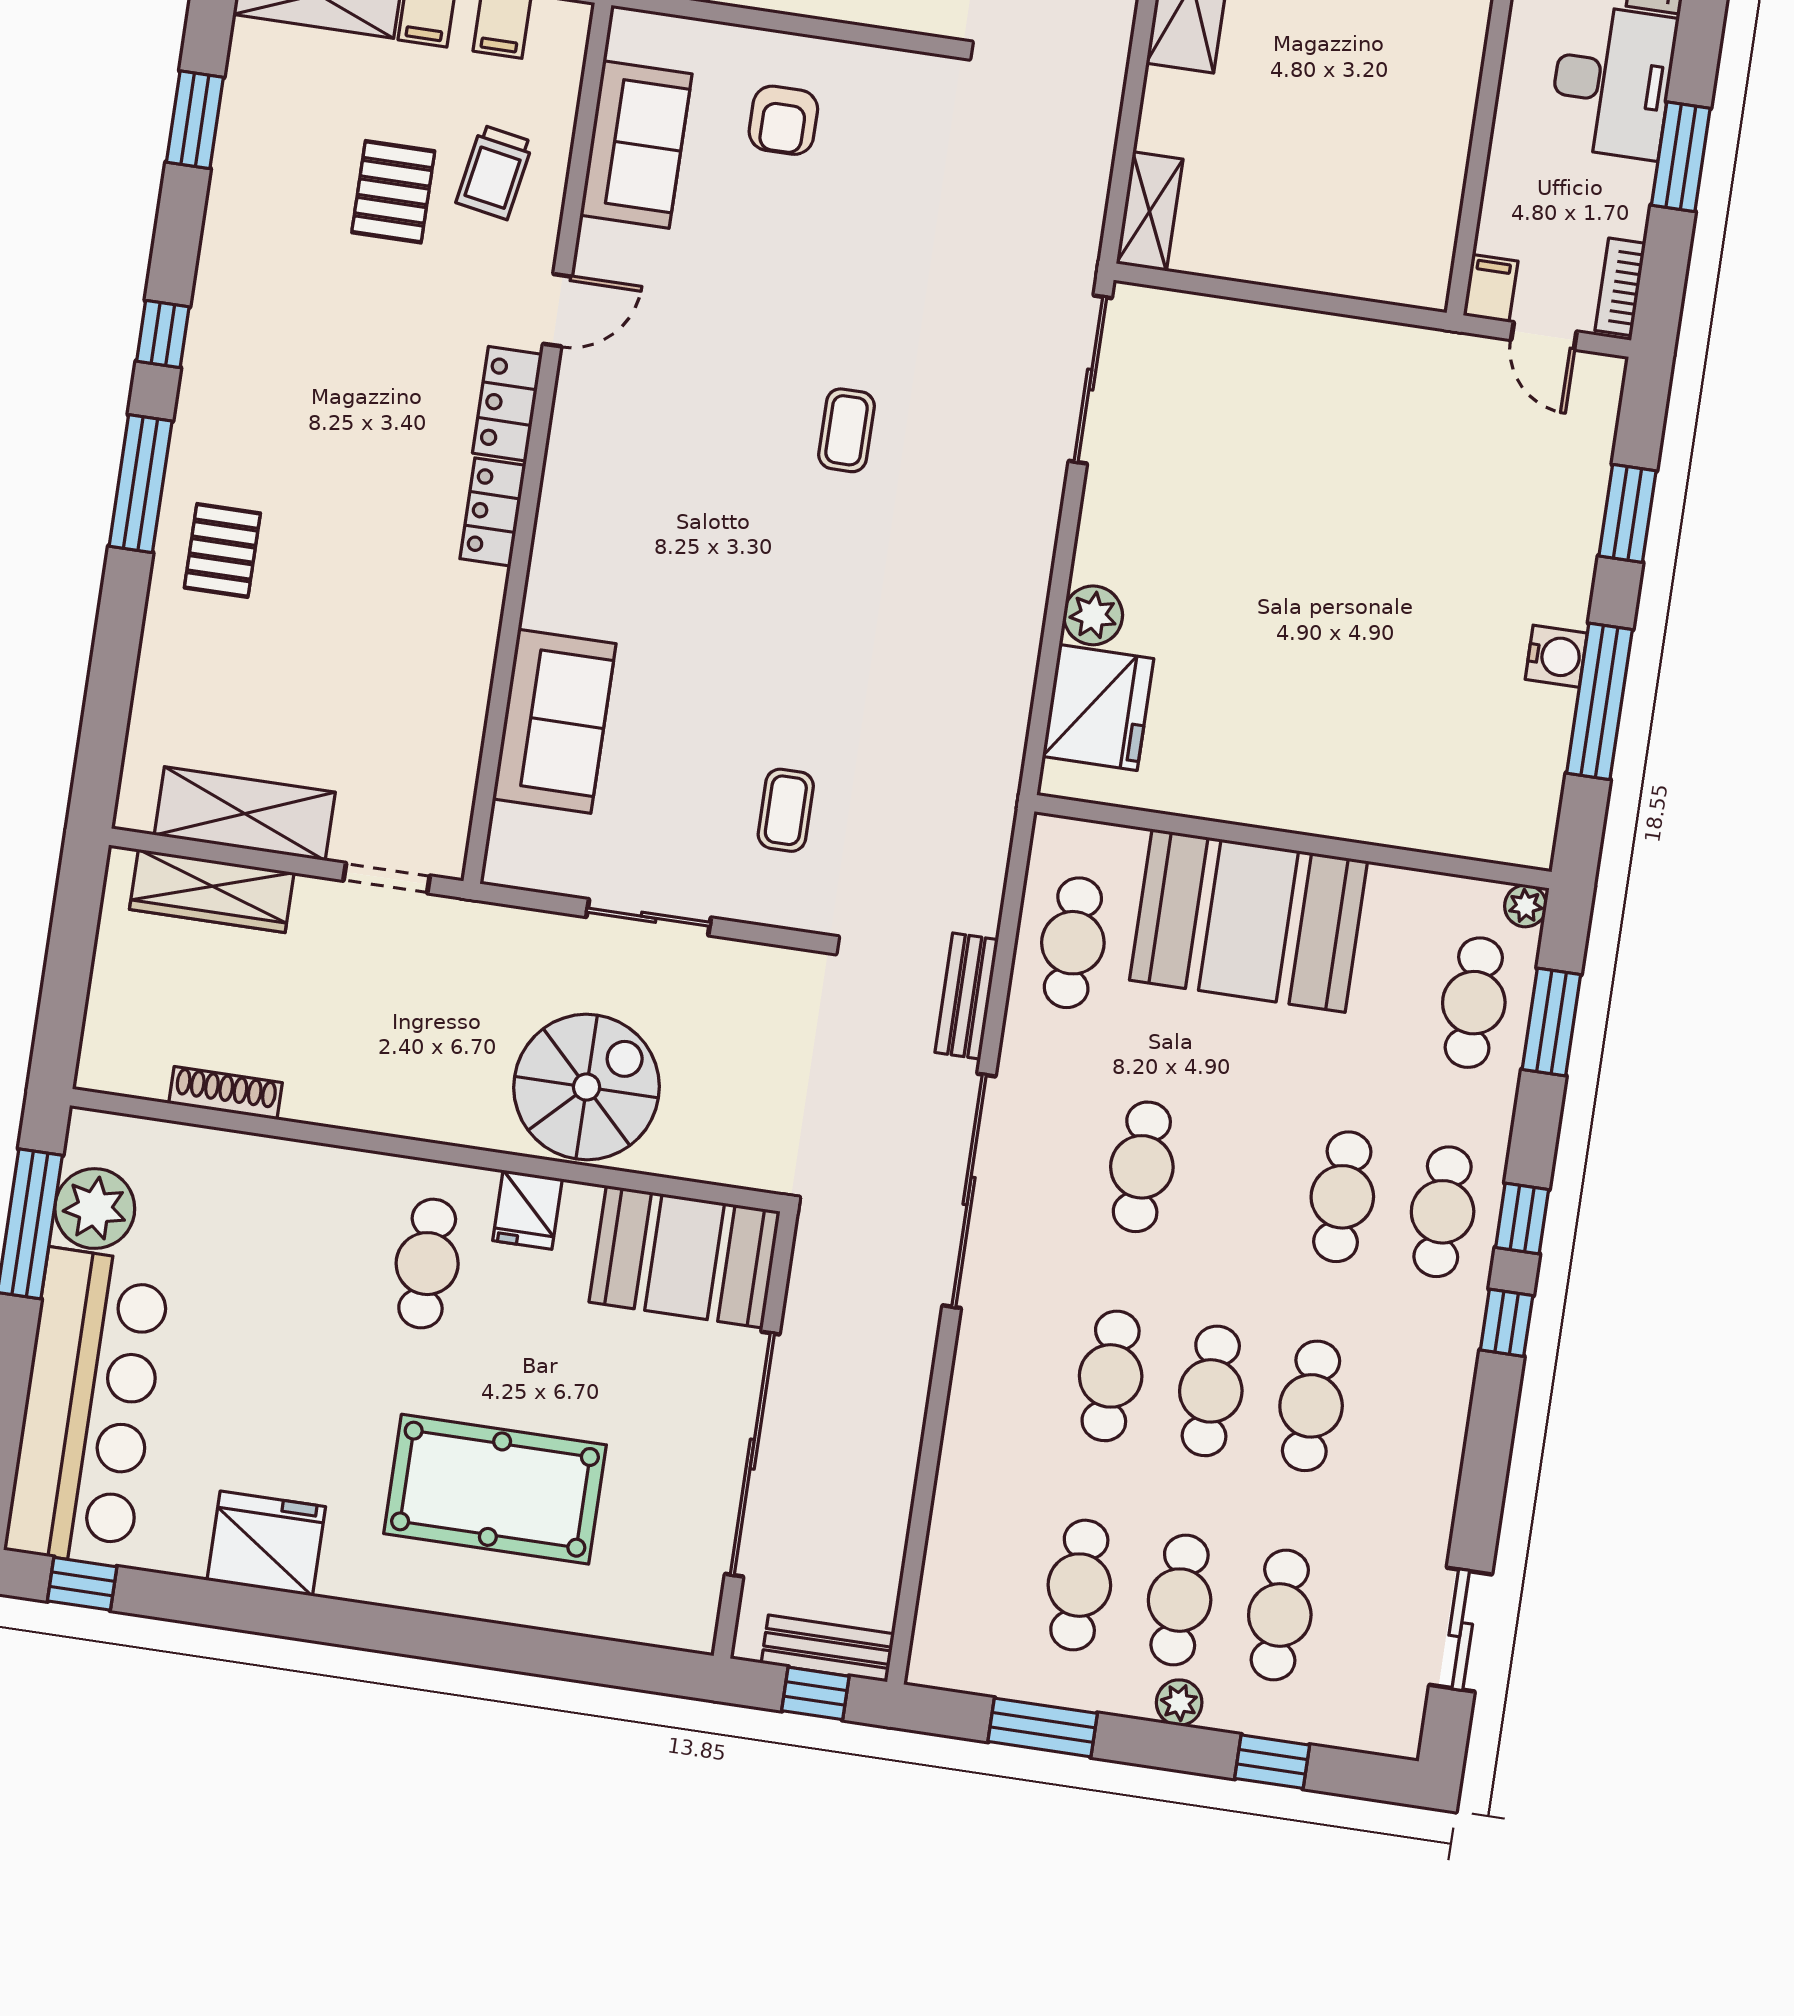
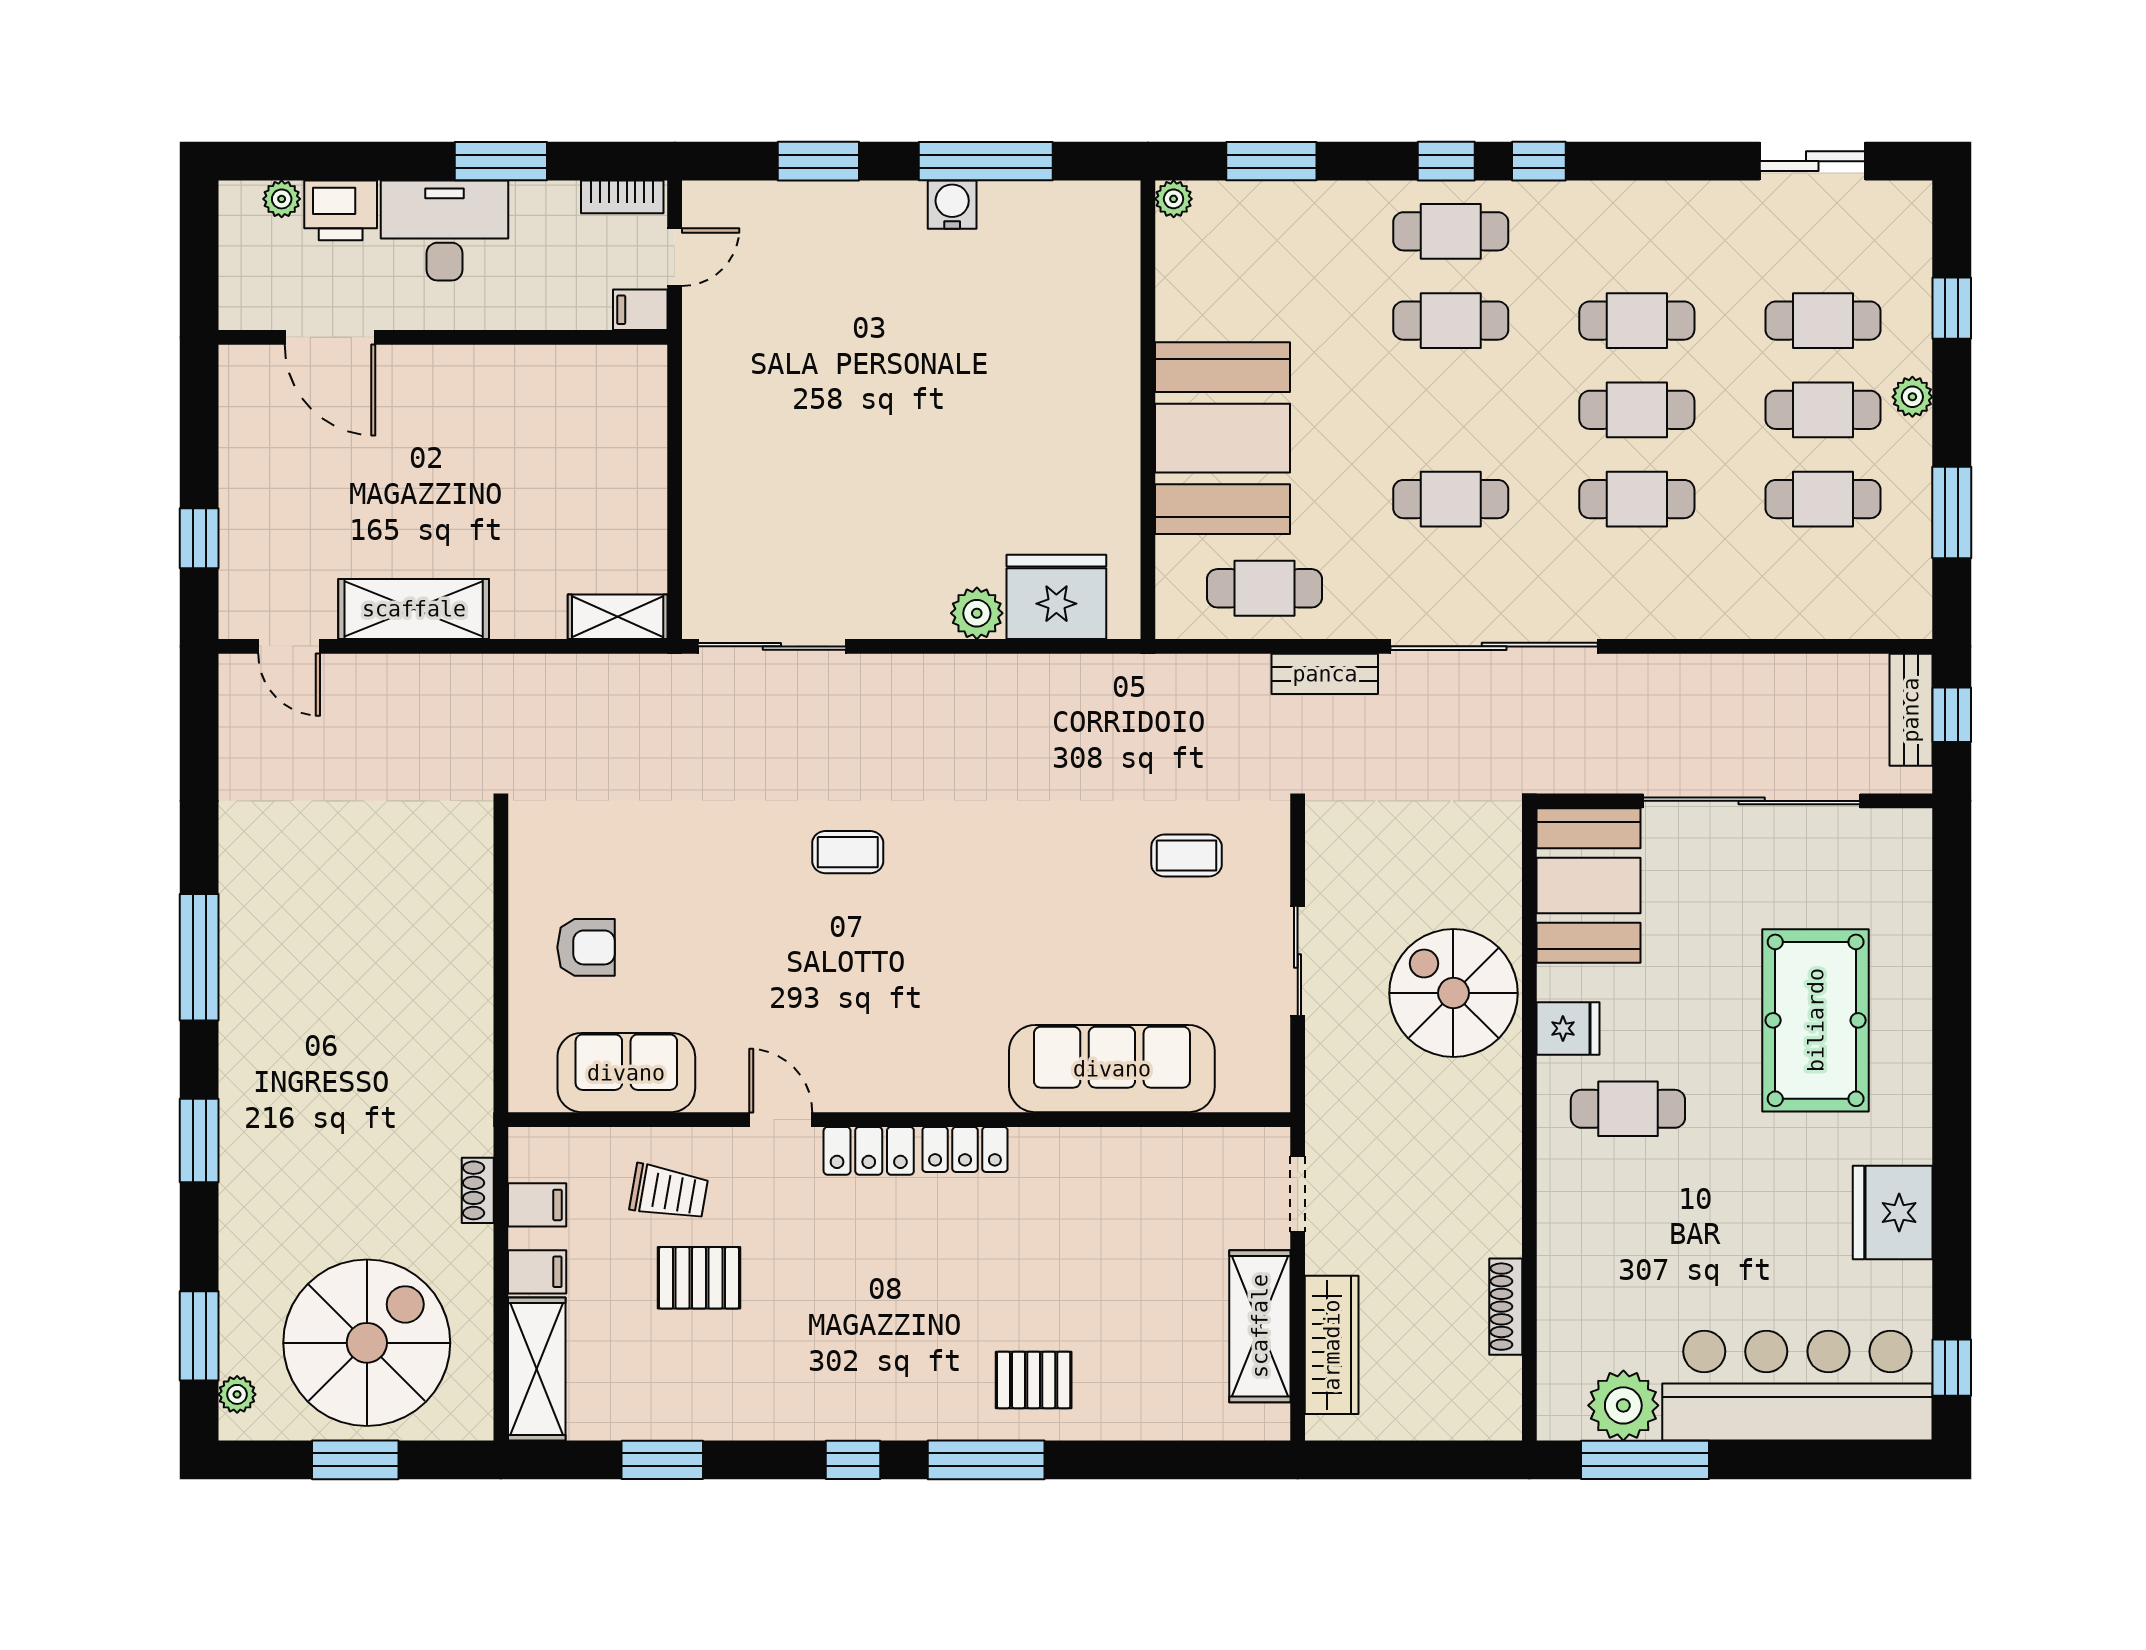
sofa: (554, 721) -> (1112, 1069), width x1.36
cafe table: (1474, 1003) -> (1265, 231), removed

